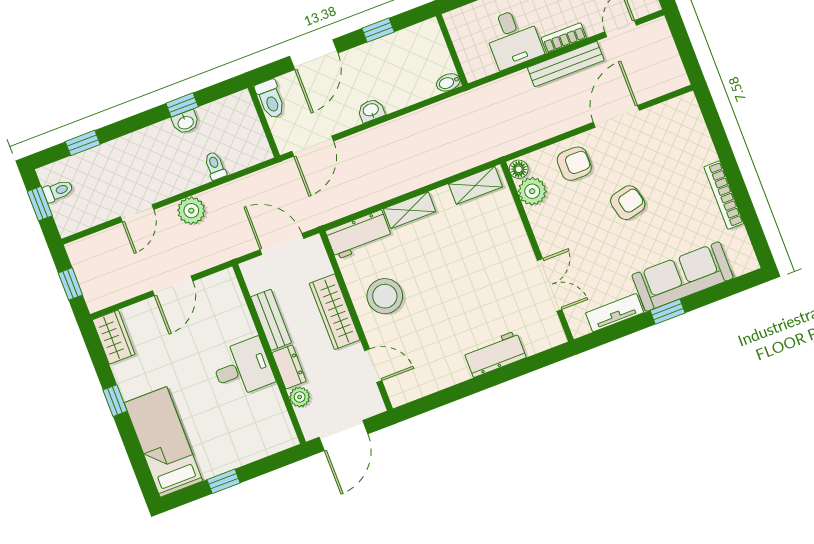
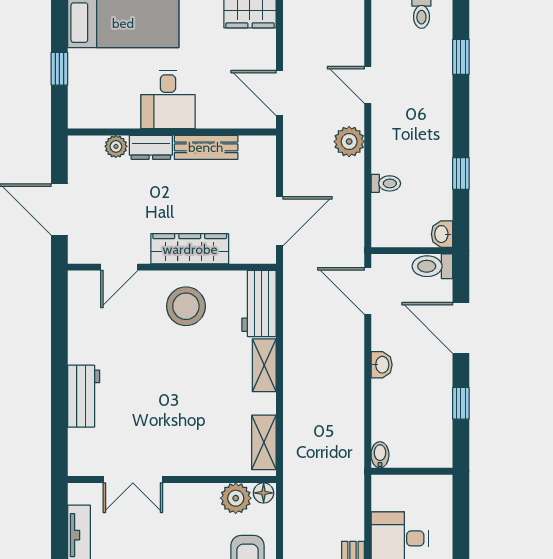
washbasin: (185, 122) -> (442, 234), moved
bench: (271, 320) -> (206, 147), moved
wall: (269, 354) -> (172, 132), moved
dresser: (289, 367) -> (151, 147), moved
desk: (243, 368) -> (168, 99), moved
plant: (300, 397) -> (116, 146), moved

